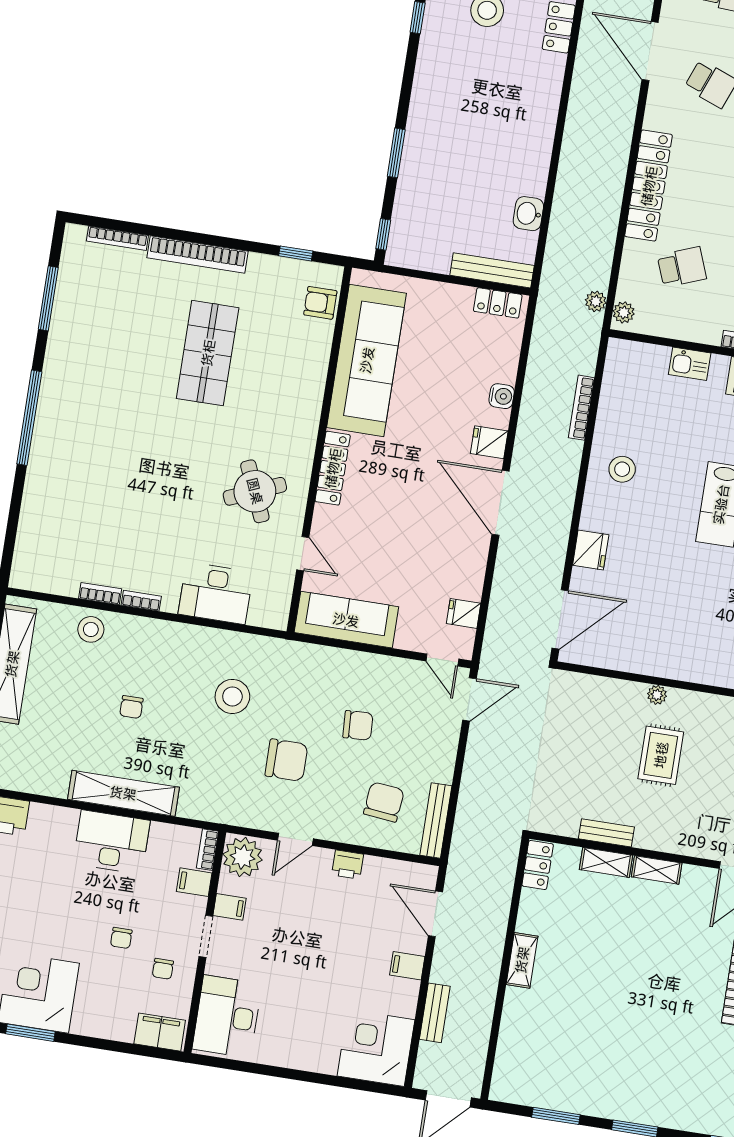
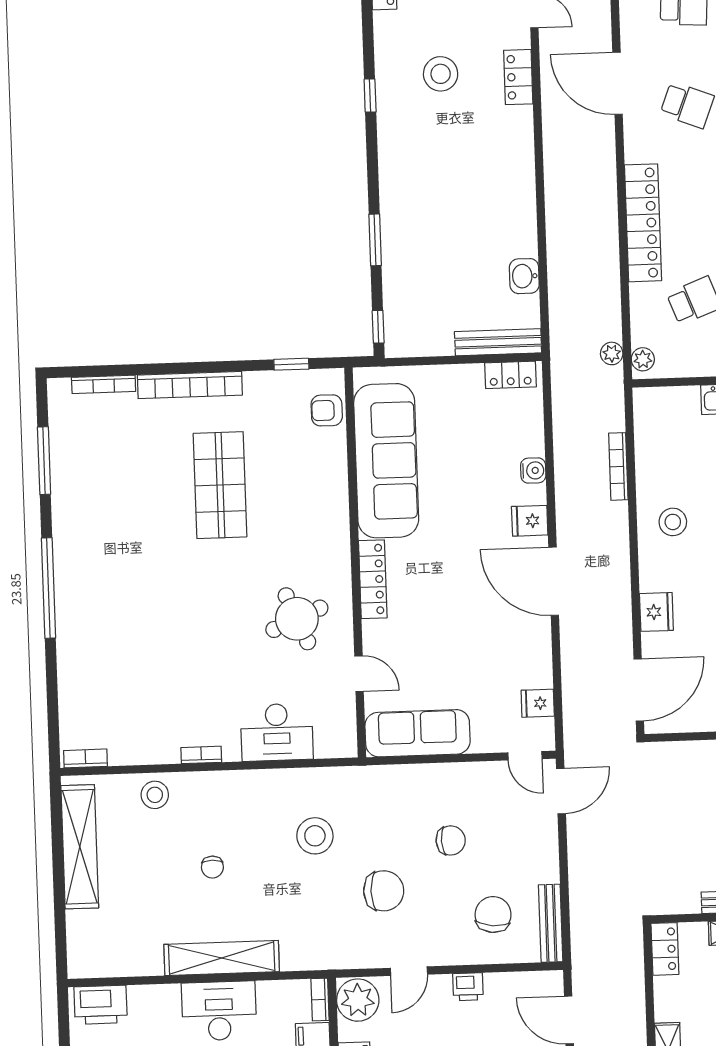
bookcase: (100, 594) -> (85, 758), moved

